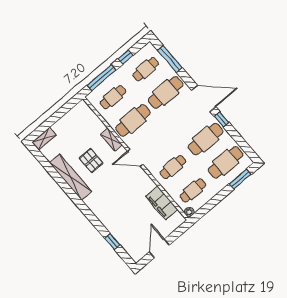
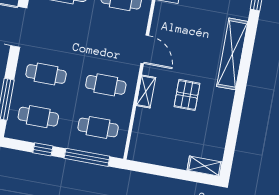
cafe table: (166, 92) -> (46, 74), width x0.73, depth x0.74
cafe table: (133, 120) -> (106, 85), width x0.73, depth x0.74
shelving: (71, 177) -> (232, 54), moved

